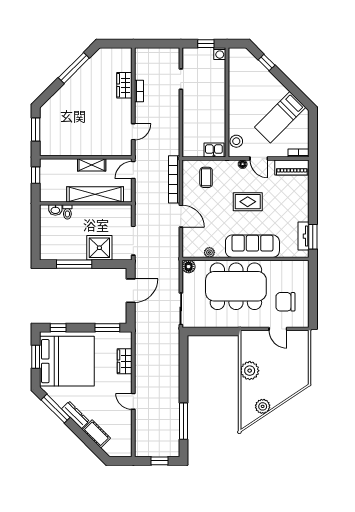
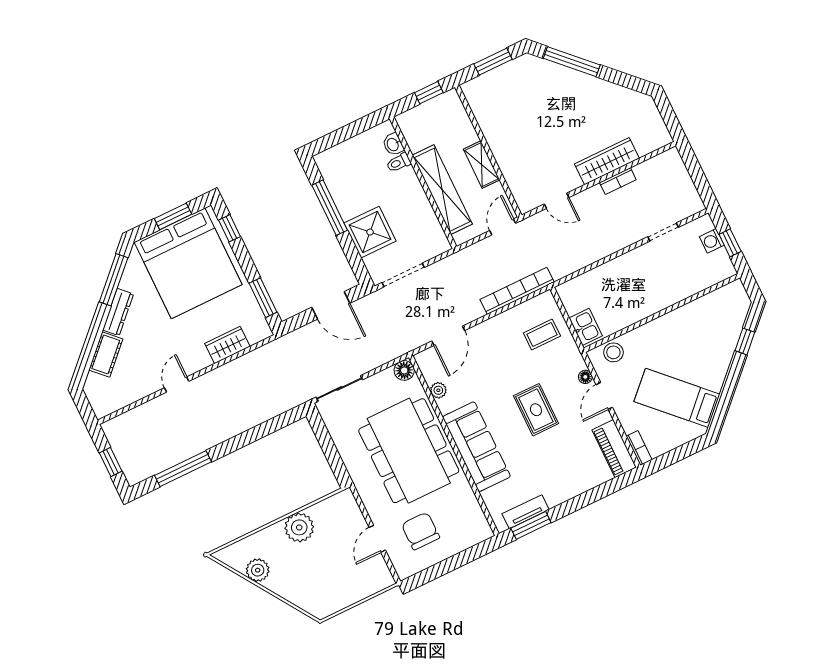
washing machine: (220, 54) -> (712, 241), moved
window: (74, 68) -> (572, 62), moved
wardrobe: (124, 85) -> (607, 161), width x1.50
door: (133, 170) -> (503, 227), hinge flipped
door: (181, 216) -> (448, 336), moved

